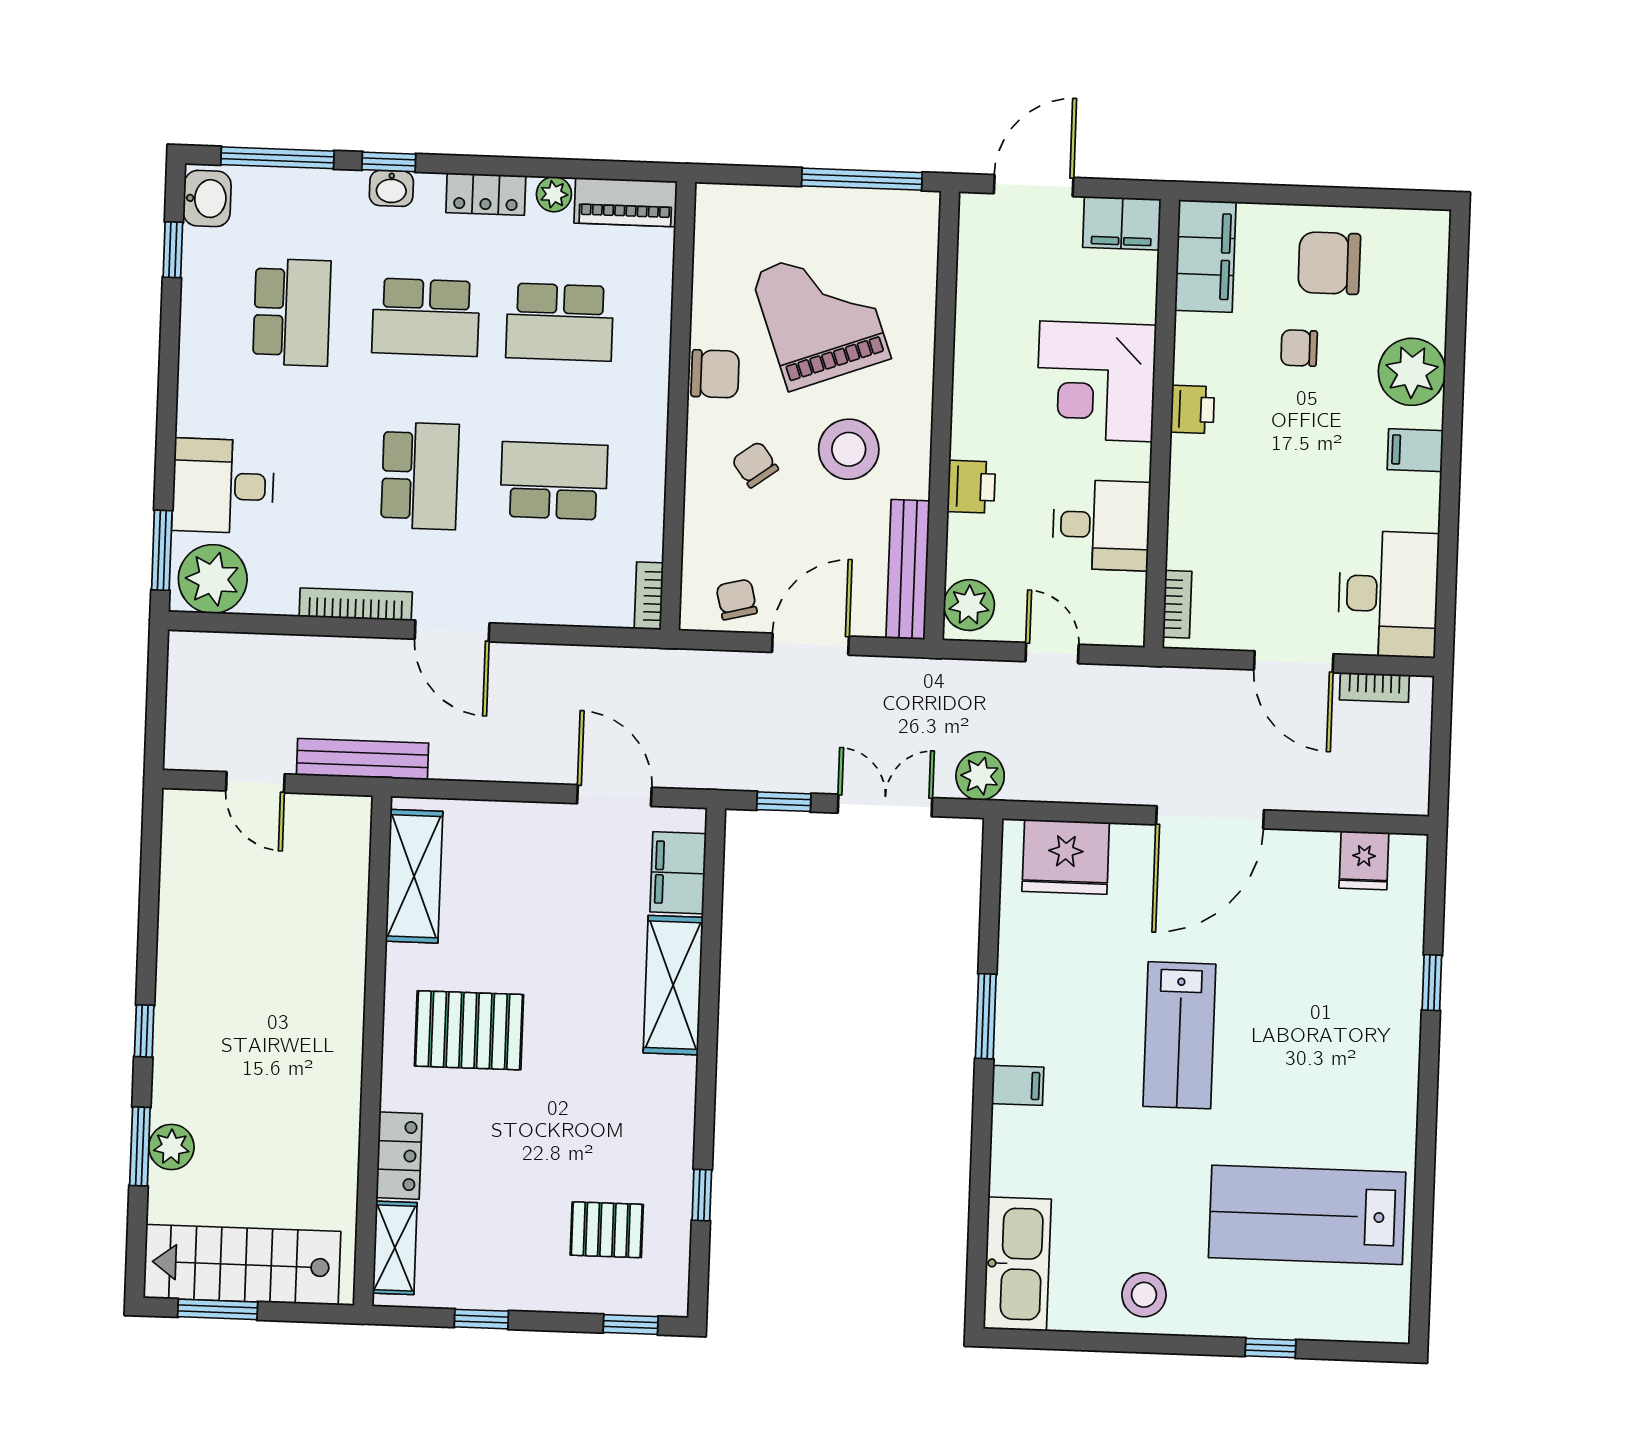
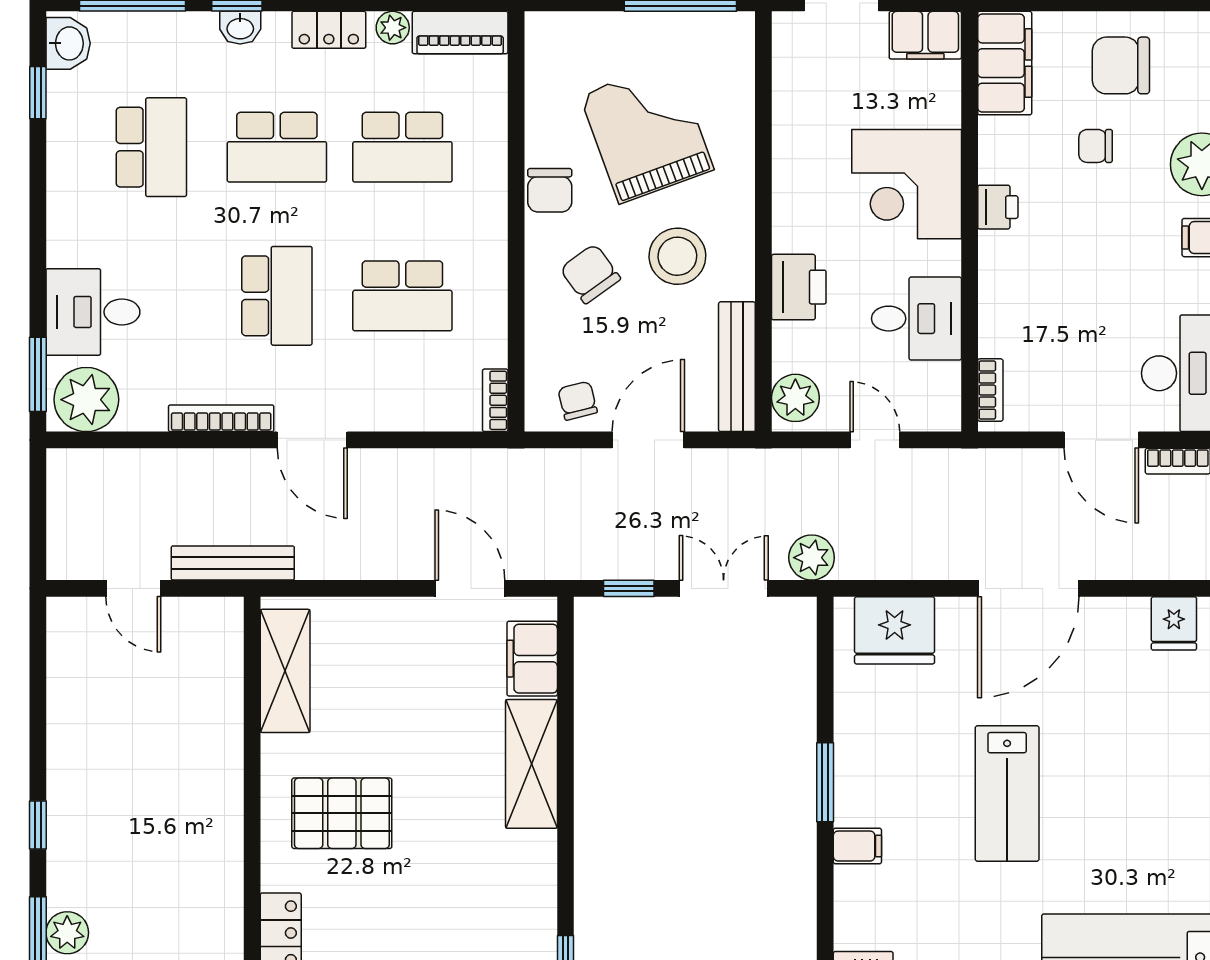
chair: (715, 374) -> (550, 190), turned 90
chair: (755, 465) -> (590, 274), width x1.37, depth x1.37
school desk: (554, 481) -> (402, 296), turned 180
printer: (971, 487) -> (799, 287), width x1.36, depth x1.24

